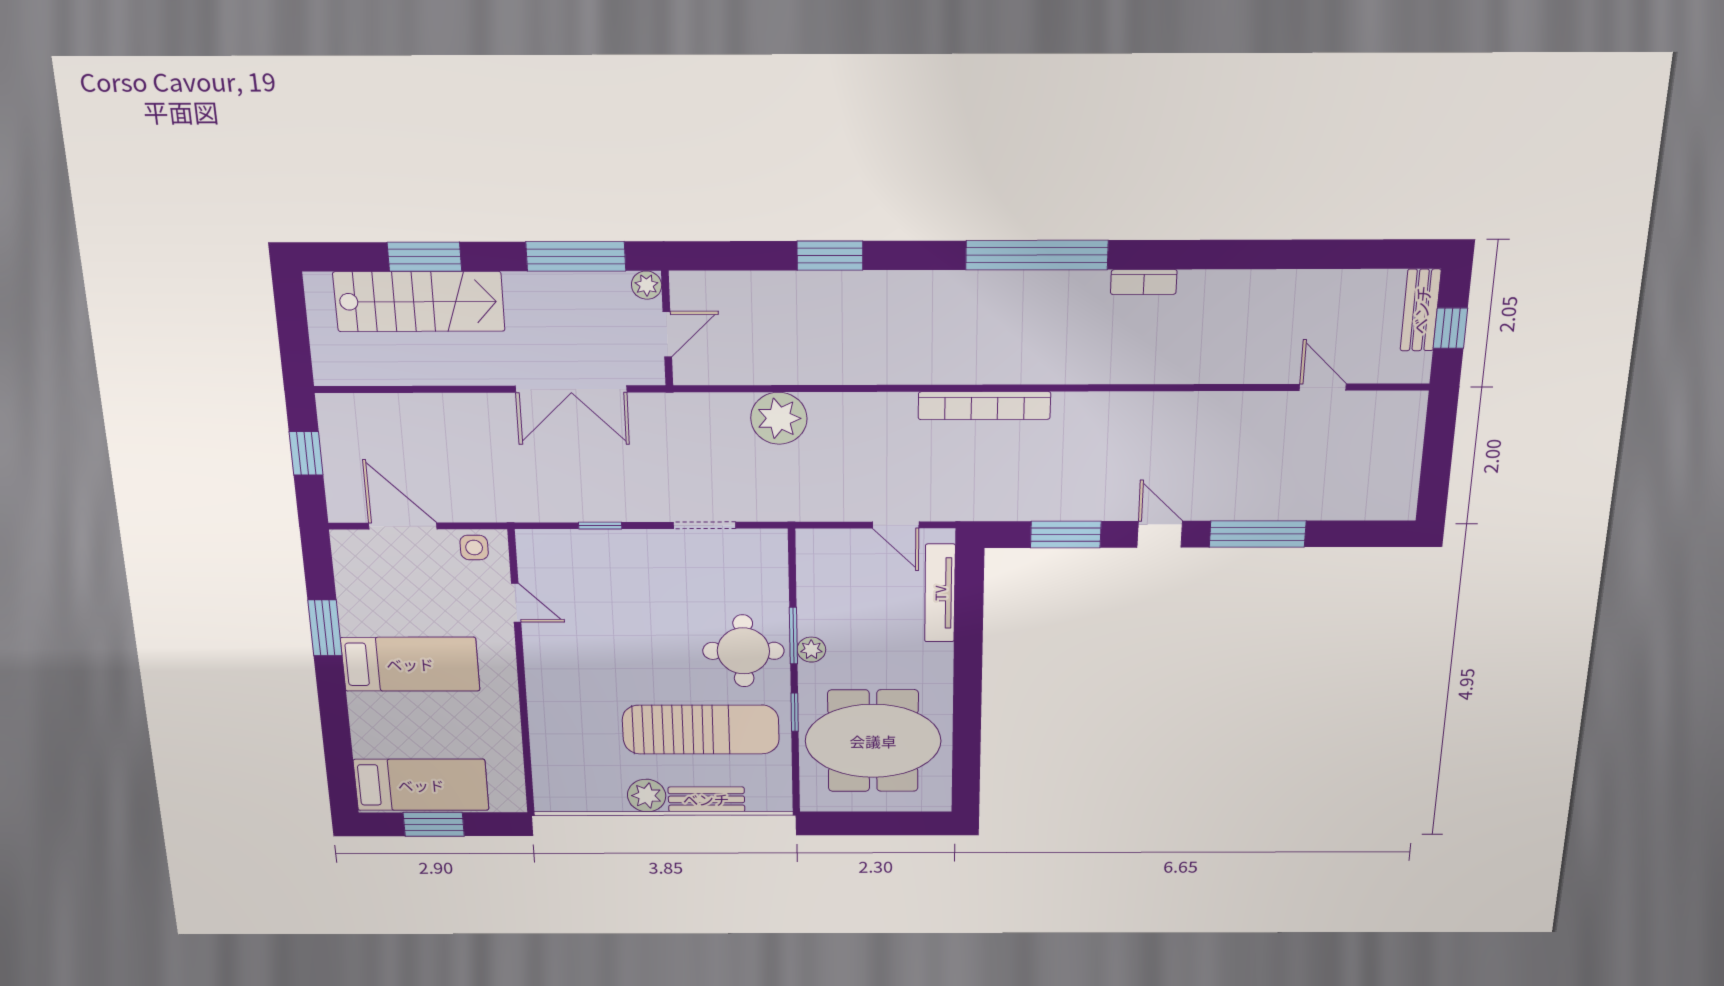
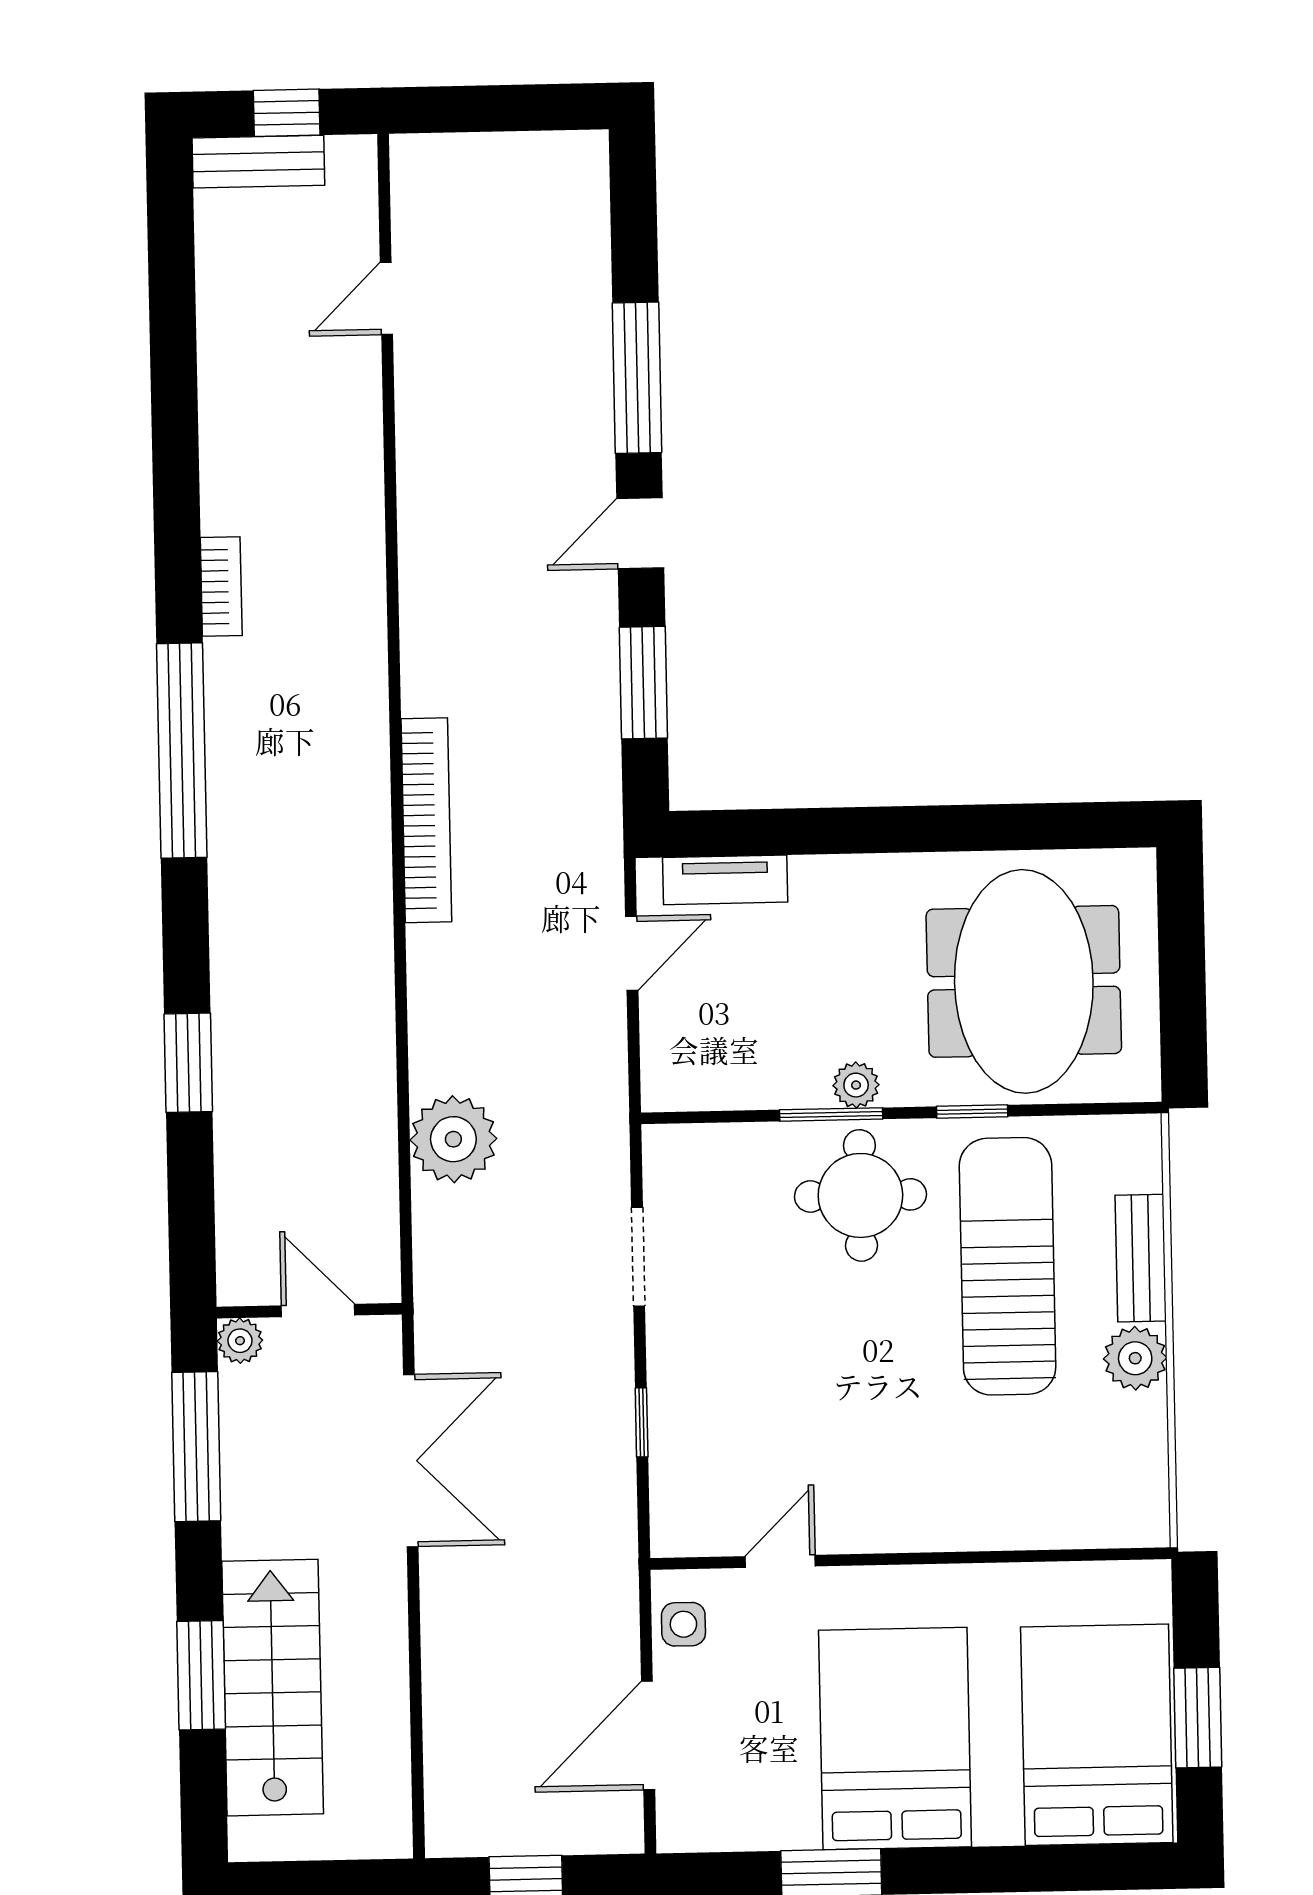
tv unit: (940, 593) -> (725, 880), width x0.71
bed: (410, 664) -> (895, 1739), width x1.50
bed: (421, 785) -> (1097, 1735), width x1.50

